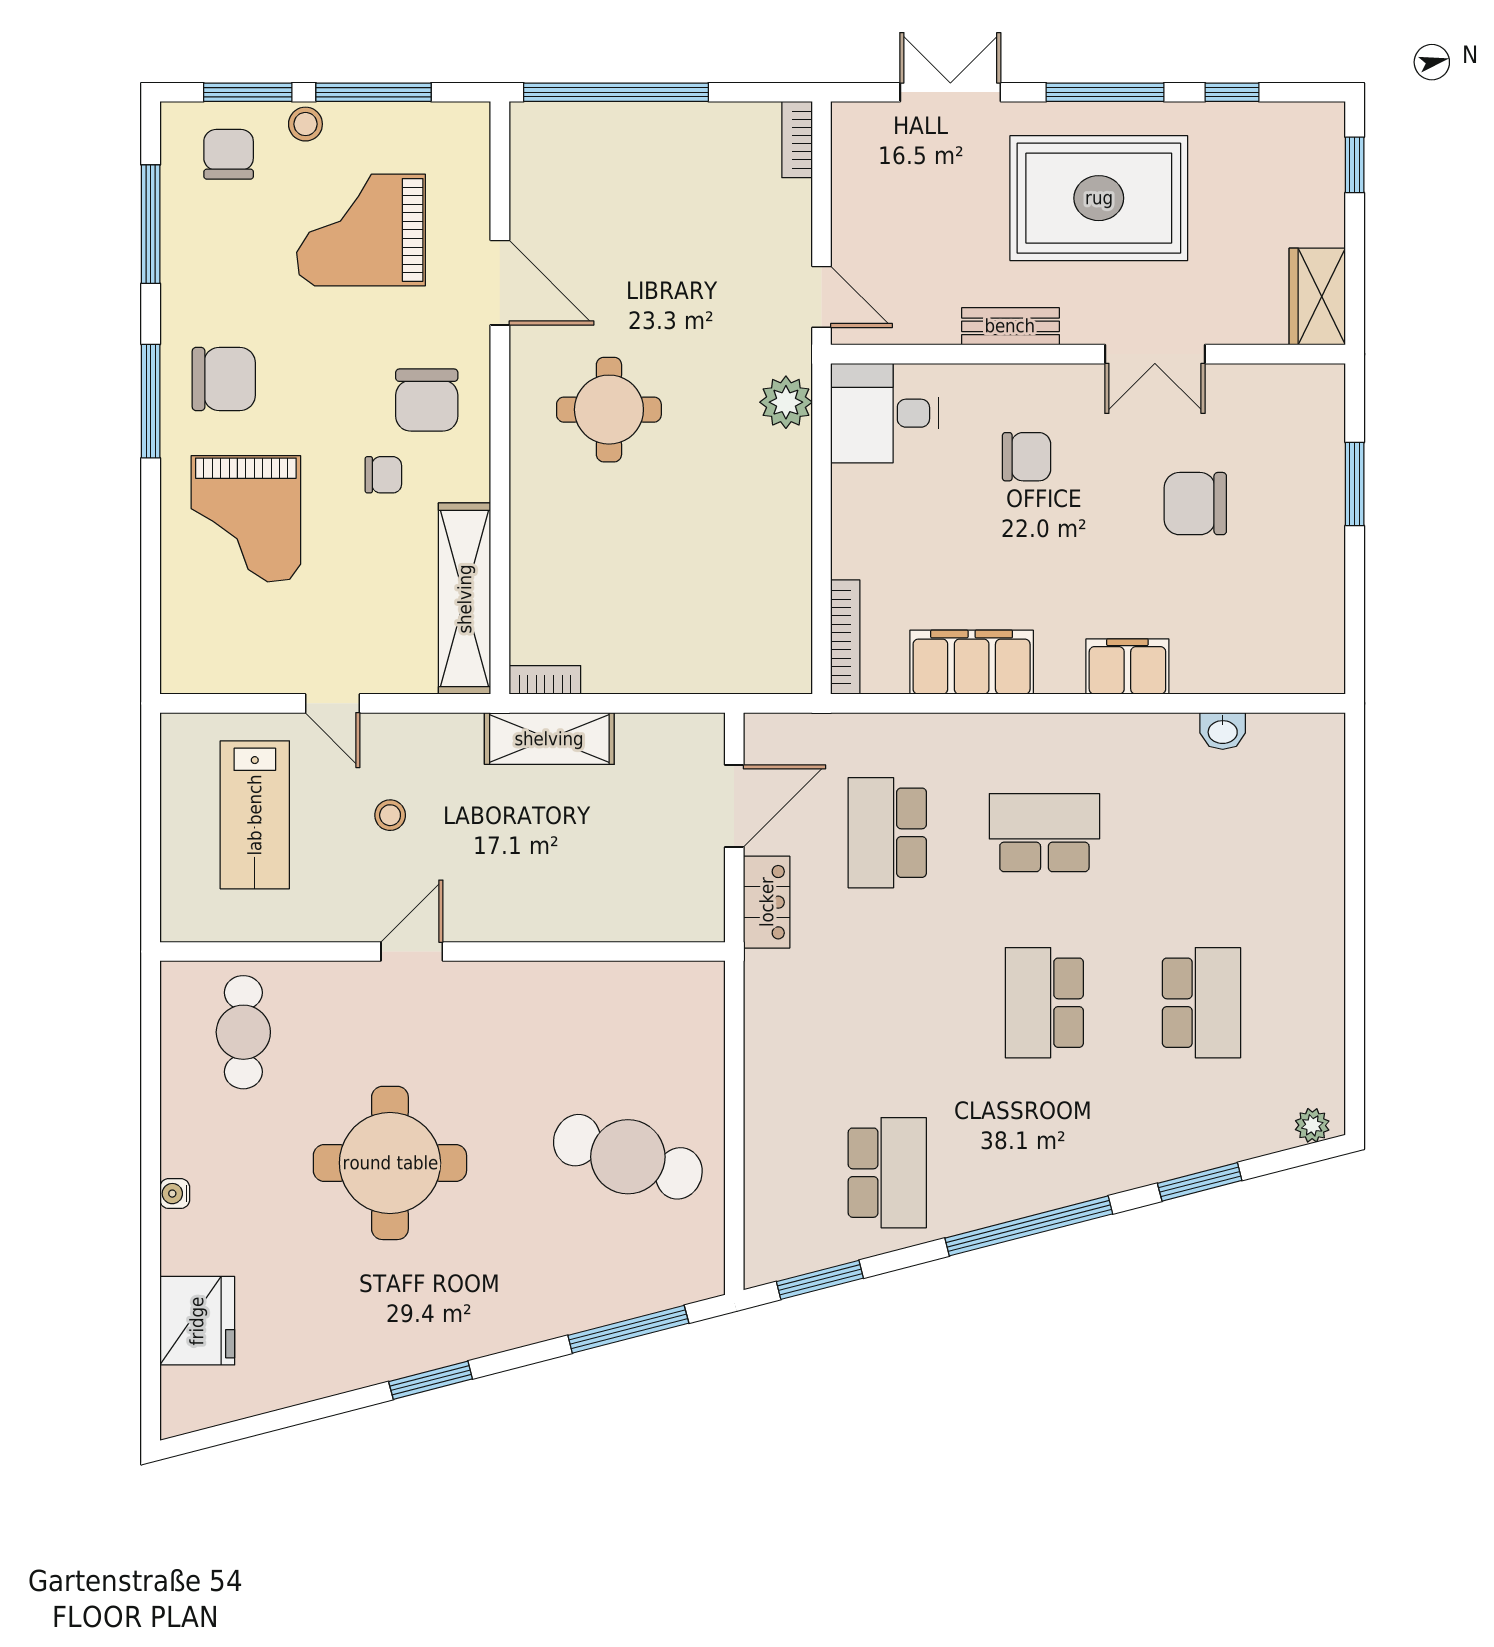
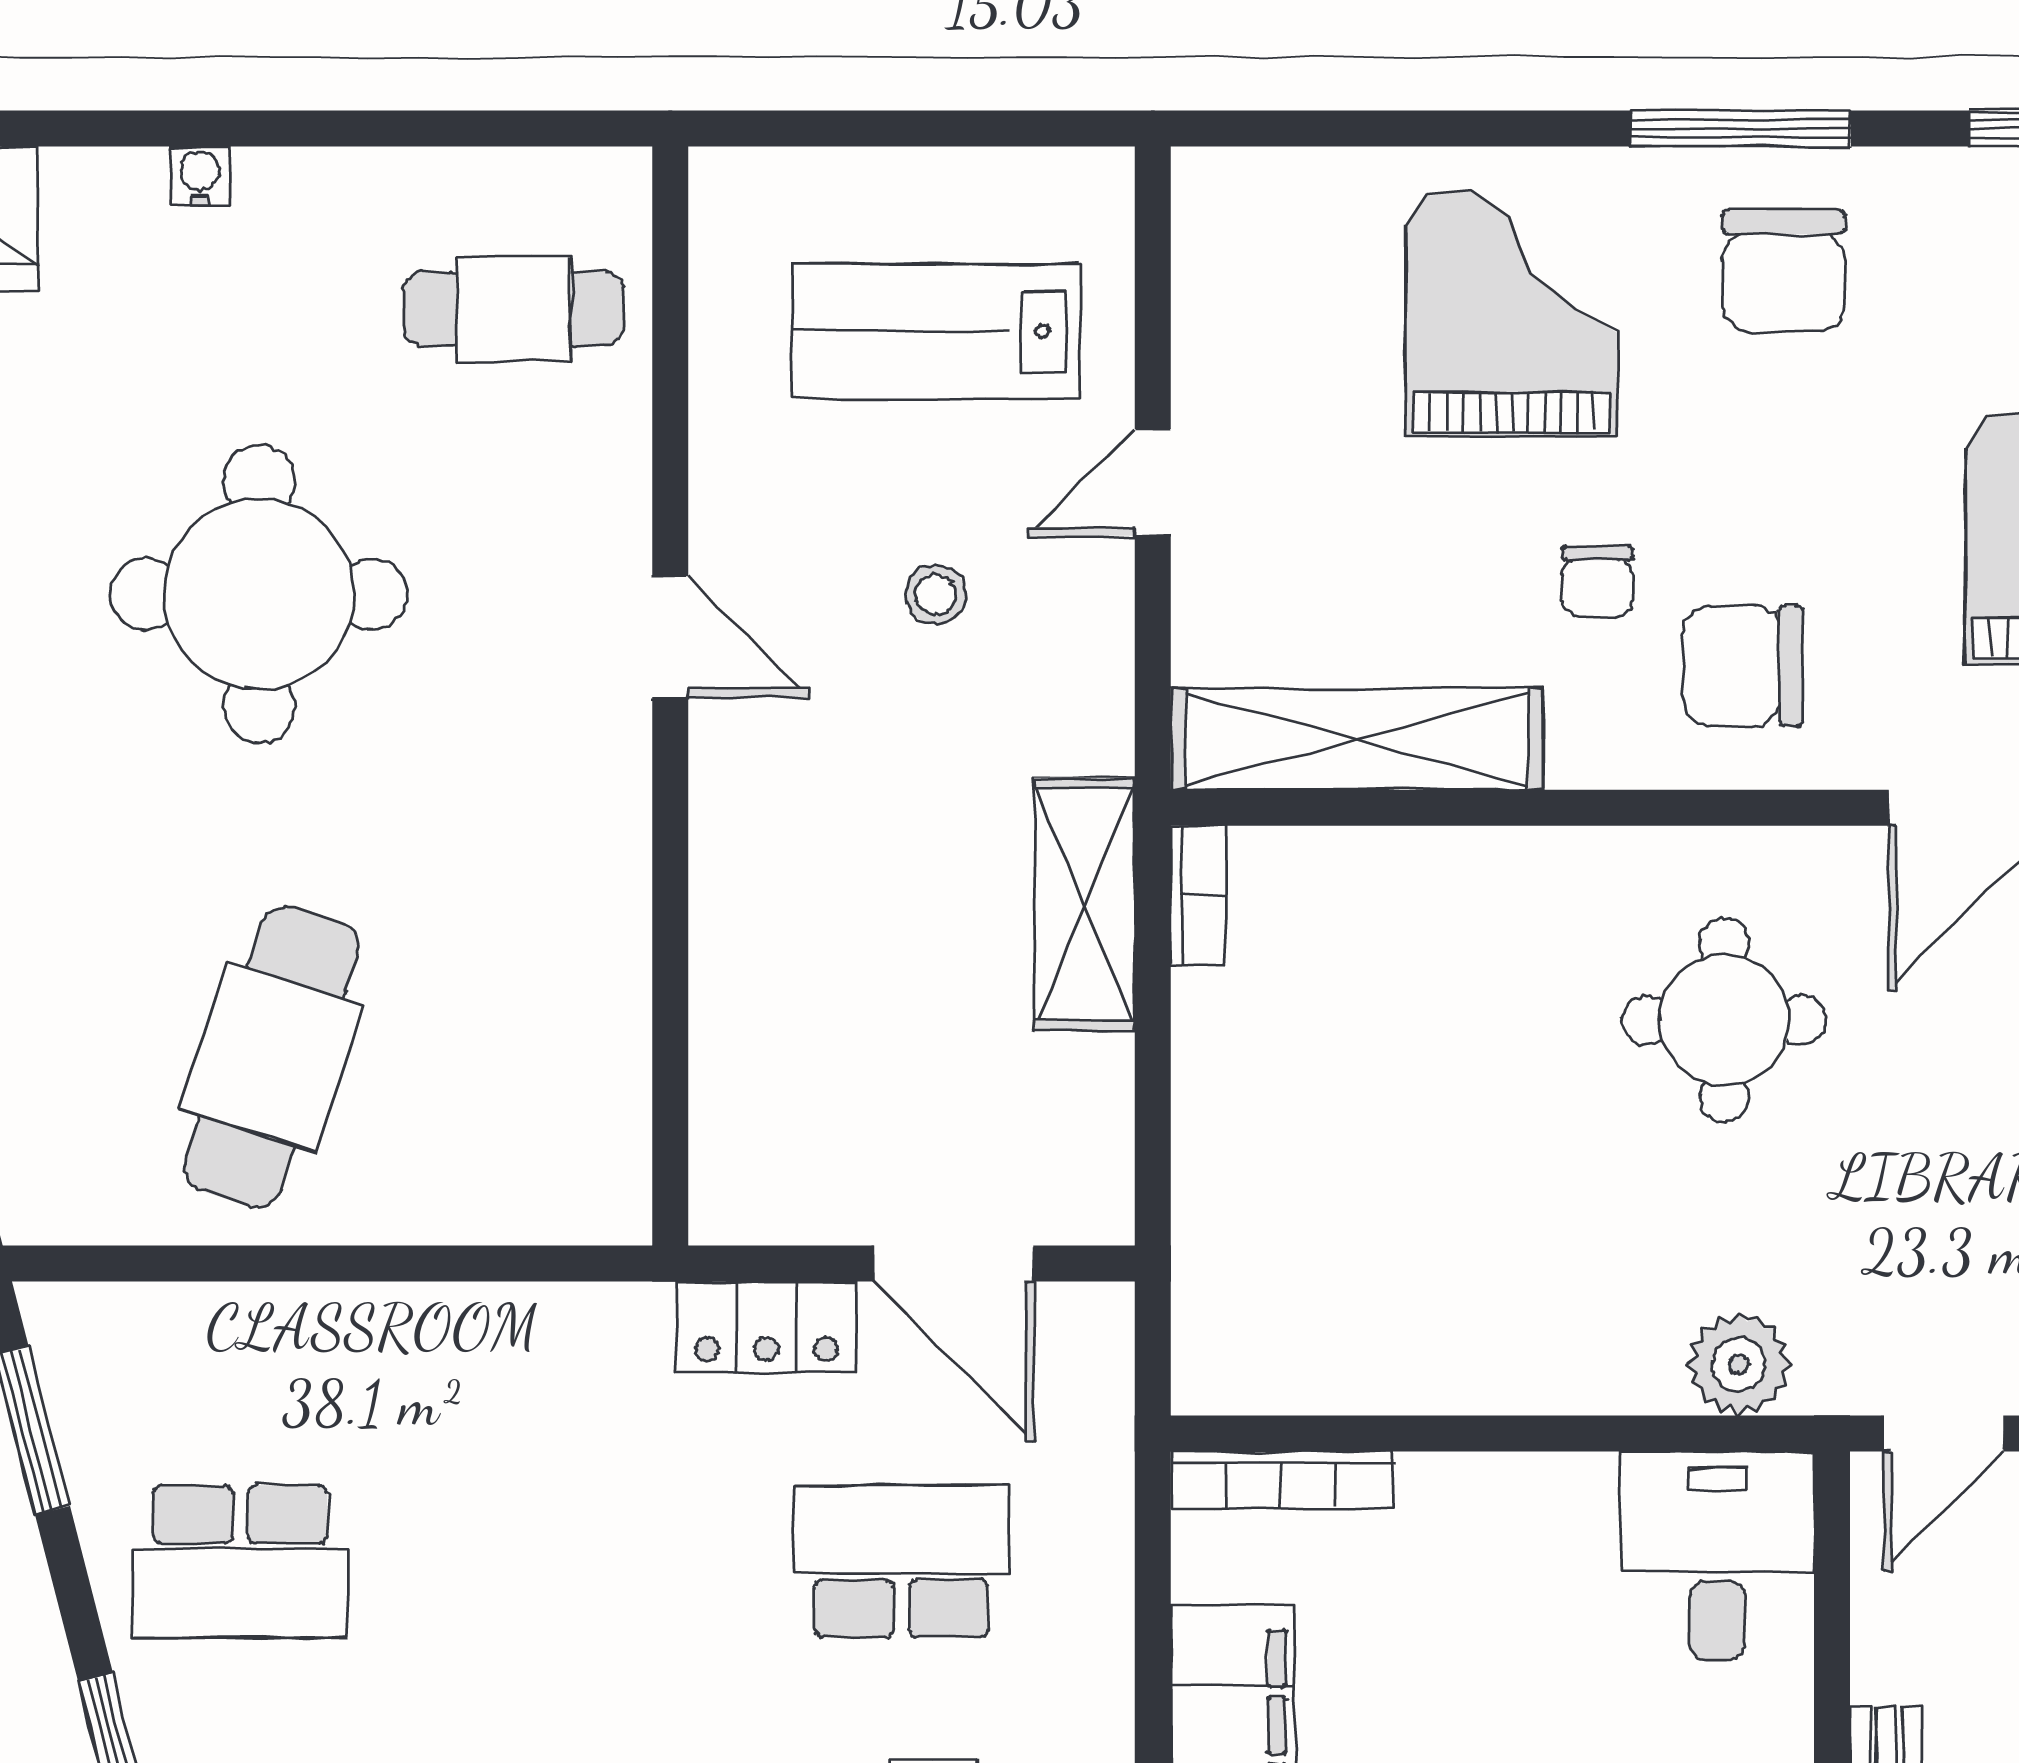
grand piano: (246, 519) -> (1512, 314), turned 90

